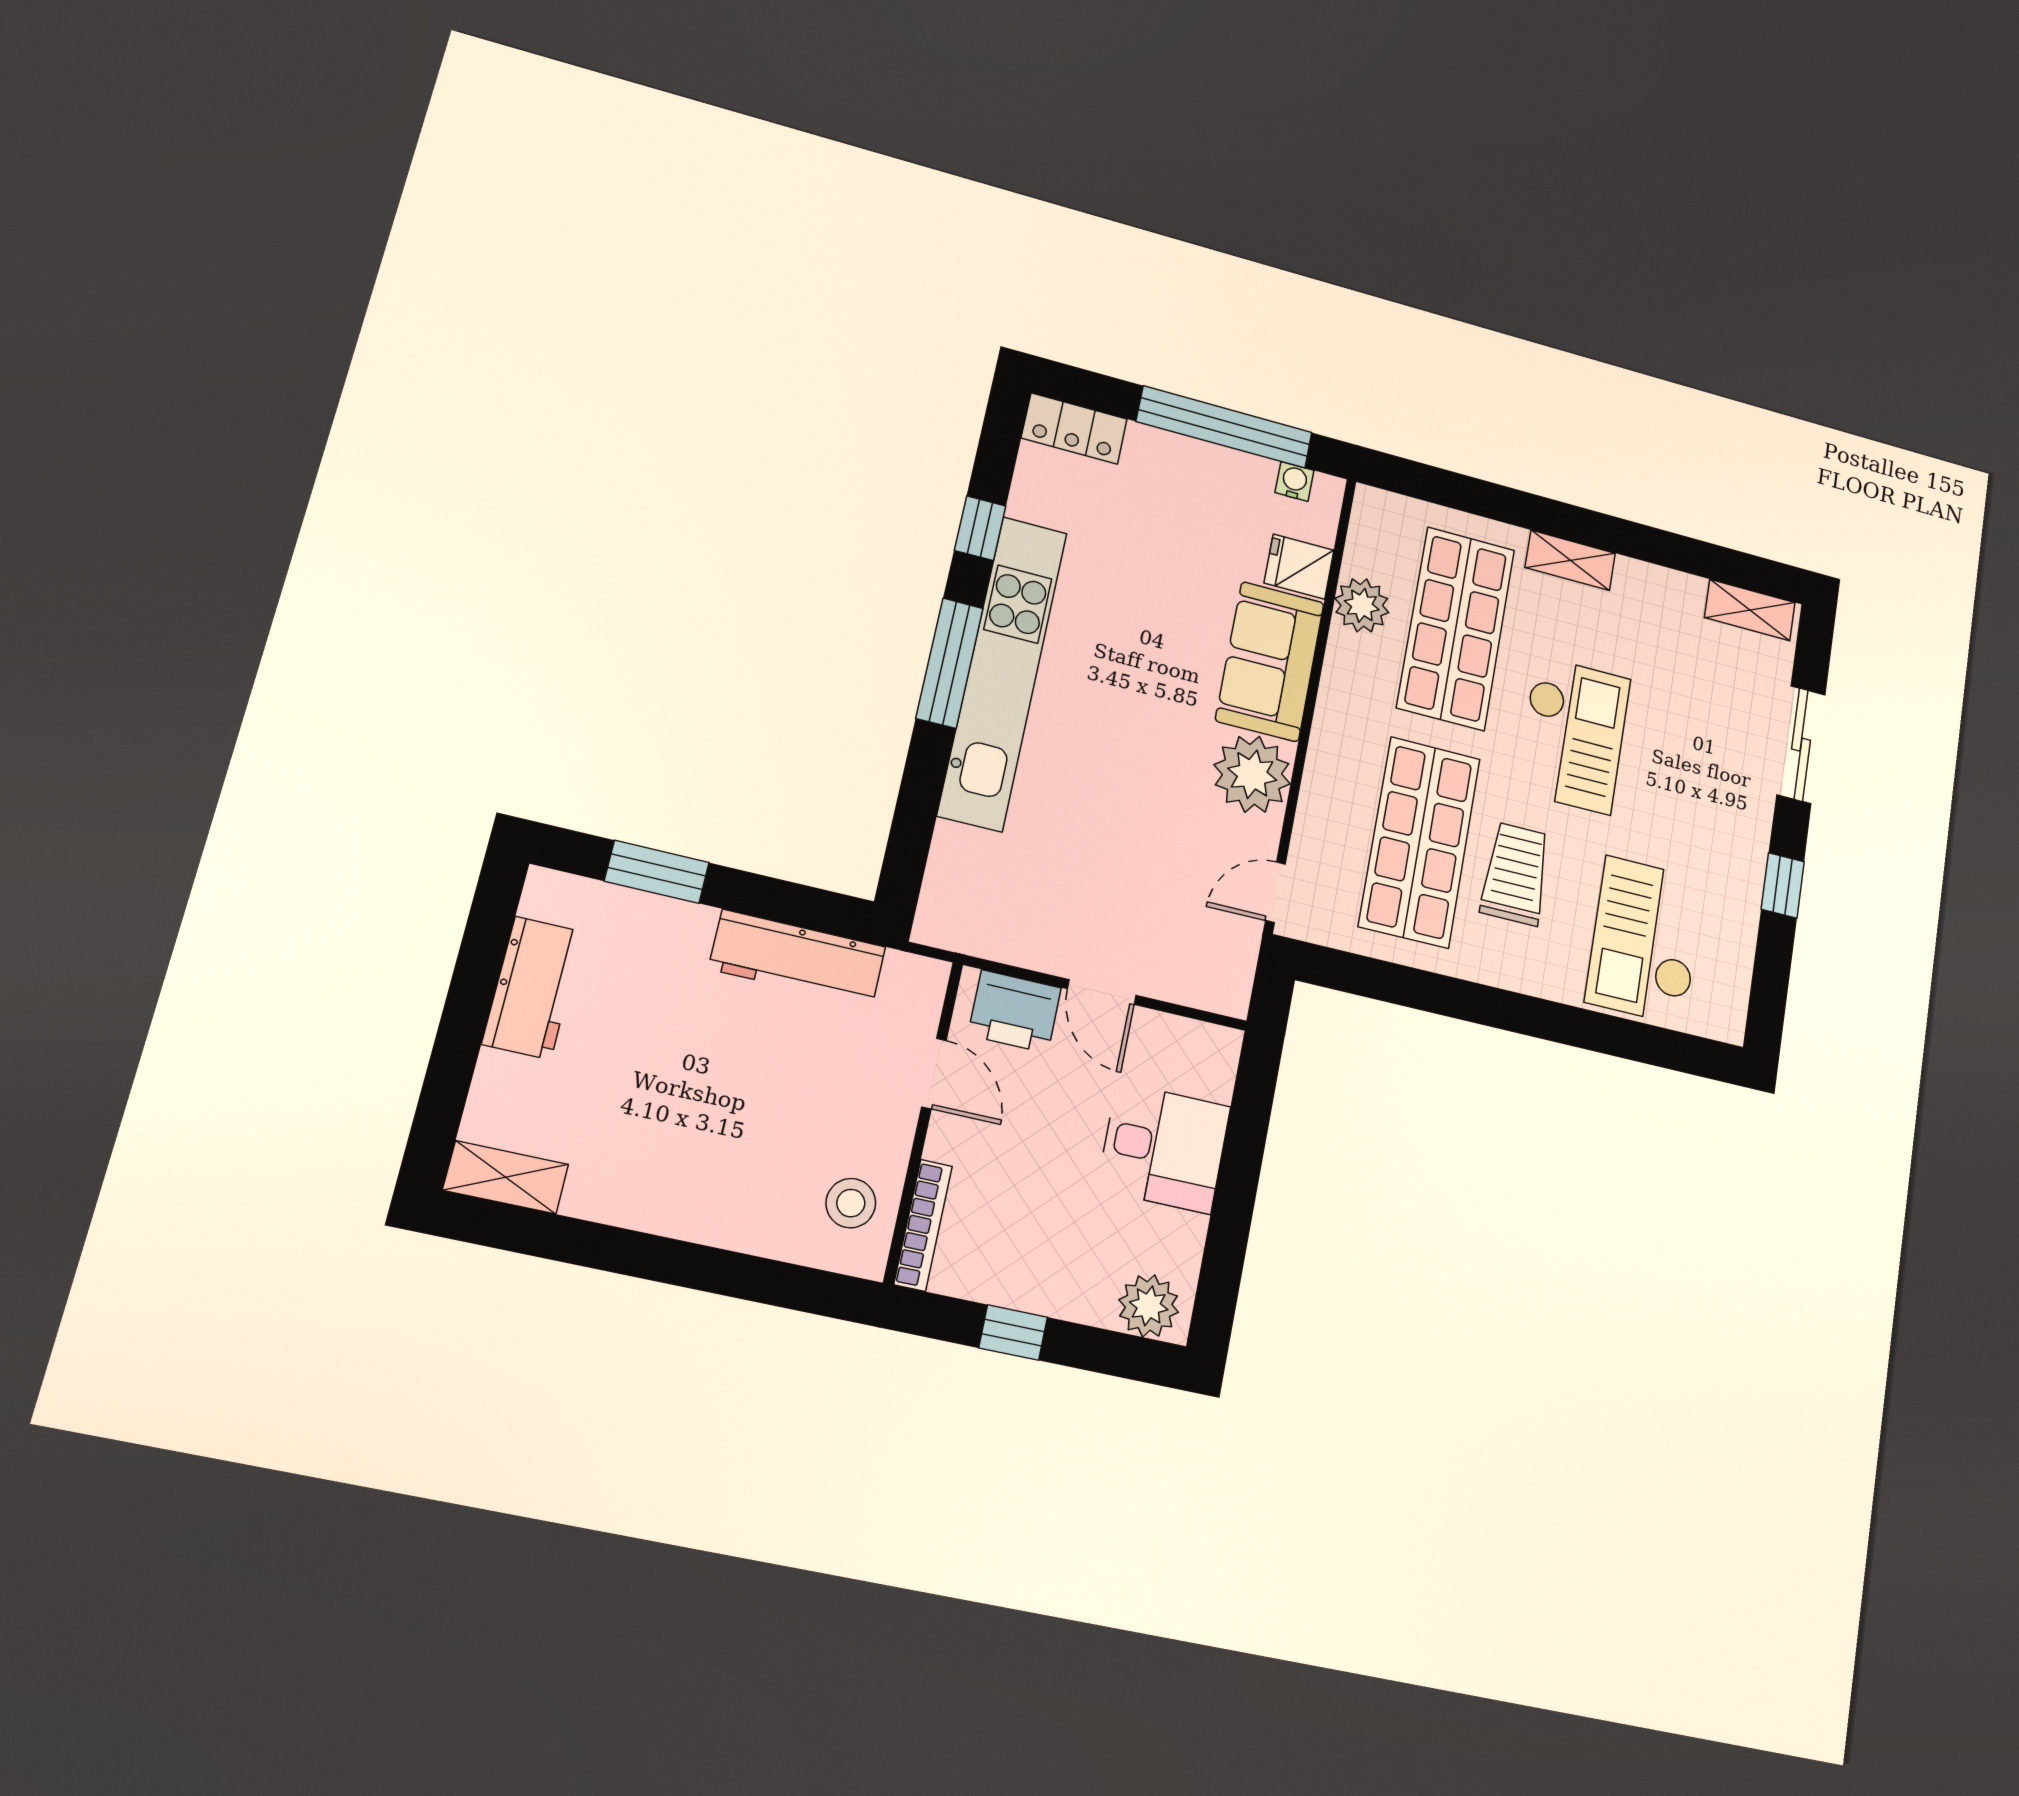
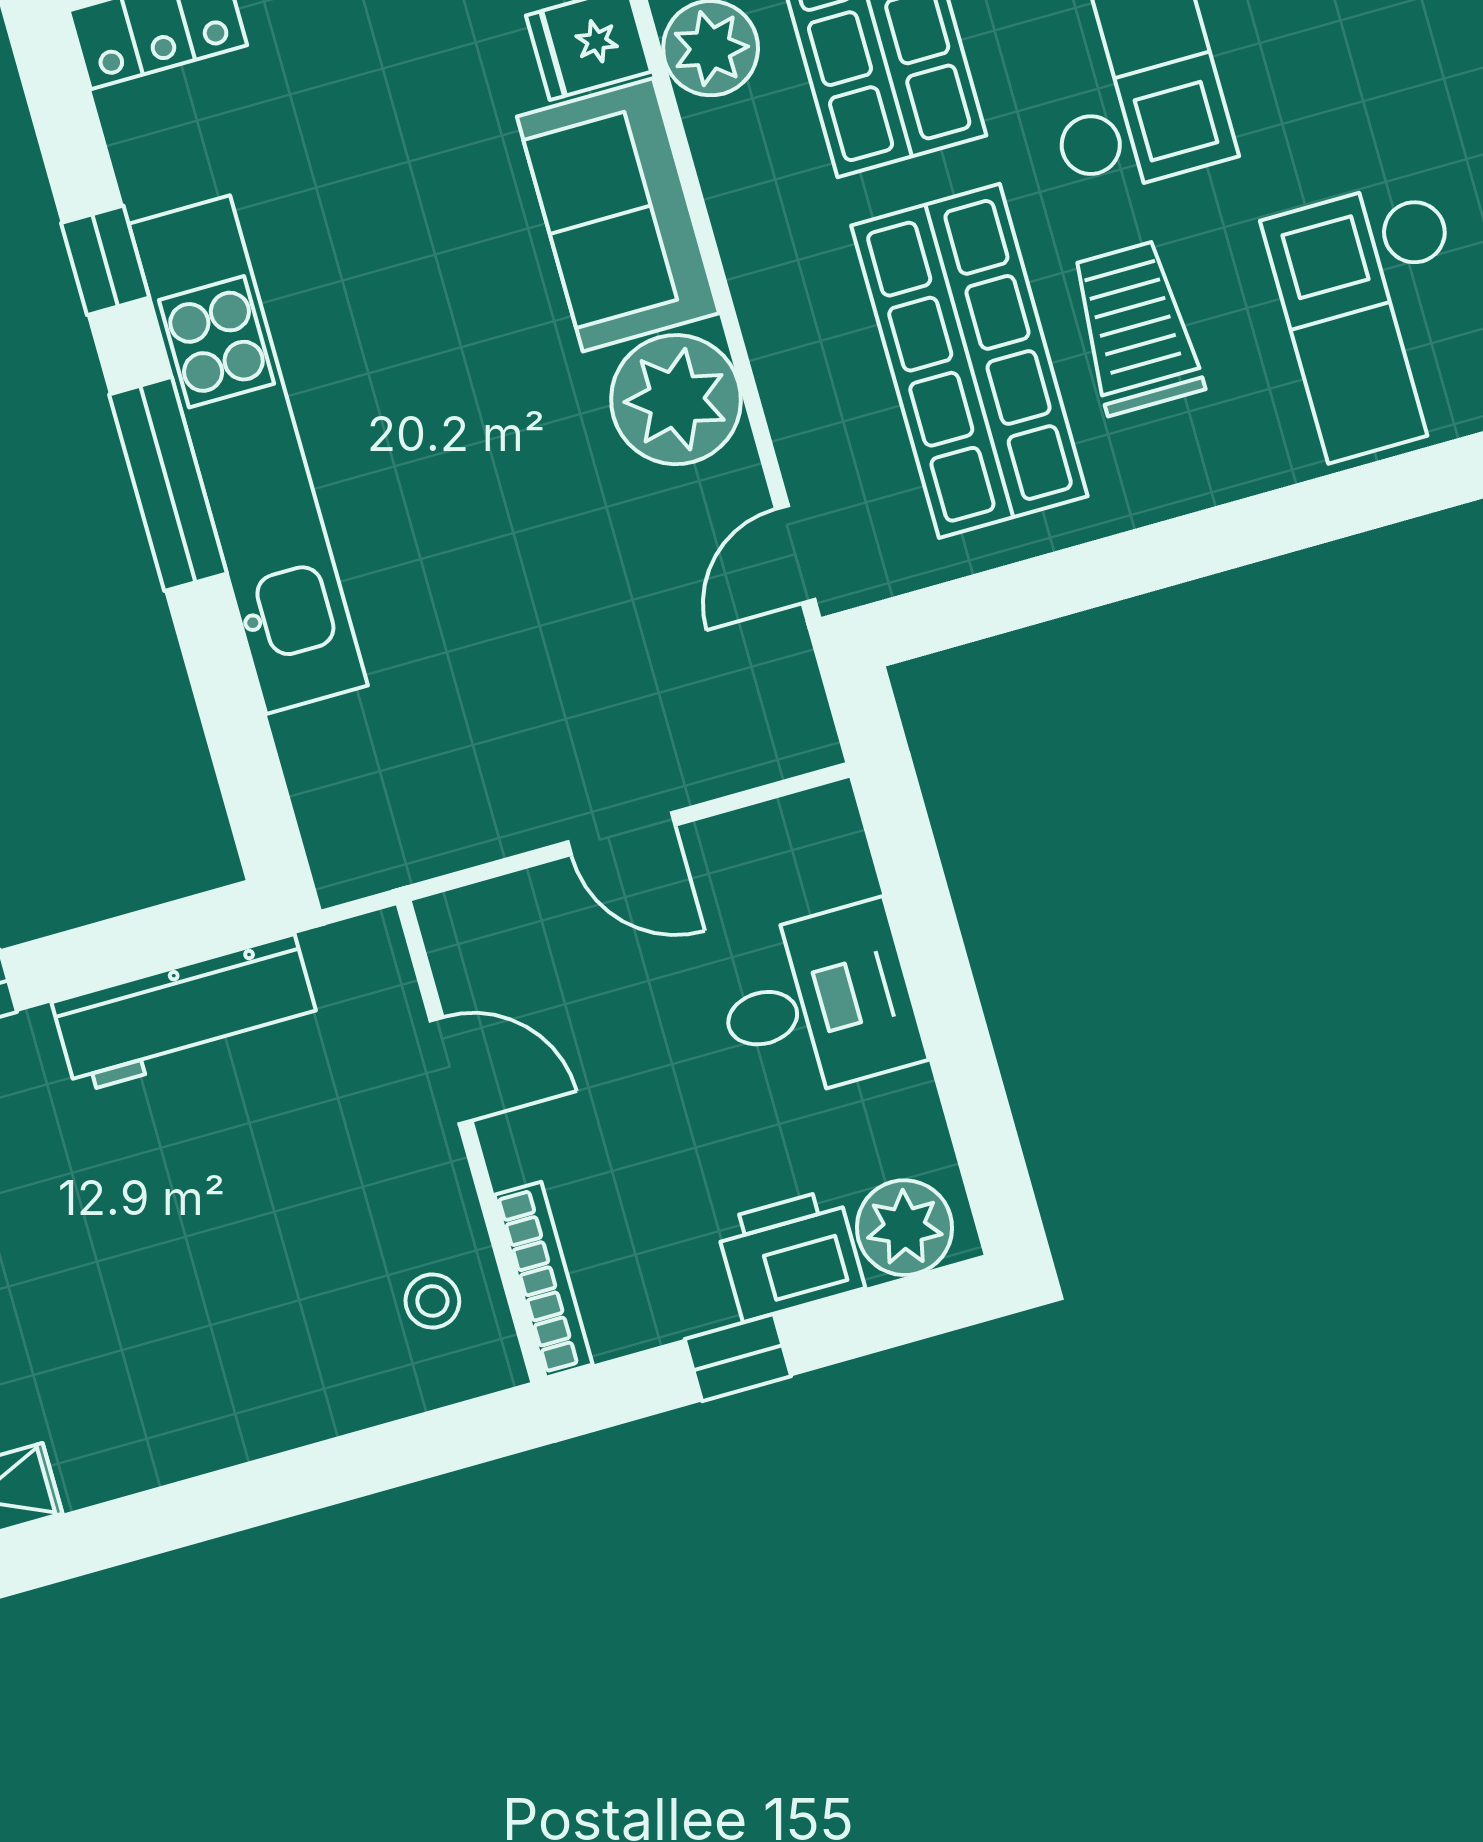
printer: (1015, 1011) -> (790, 1255), moved, turned 180
stool: (851, 1203) -> (432, 1301), width x0.73, depth x0.73

